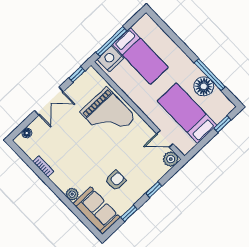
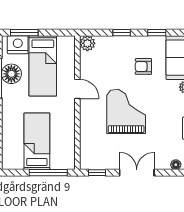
nightstand: (110, 59) -> (18, 45), moved, turned 180
grand piano: (108, 115) -> (126, 111), moved
window: (222, 124) -> (24, 33), width x1.50
door: (165, 139) -> (77, 89), moved

